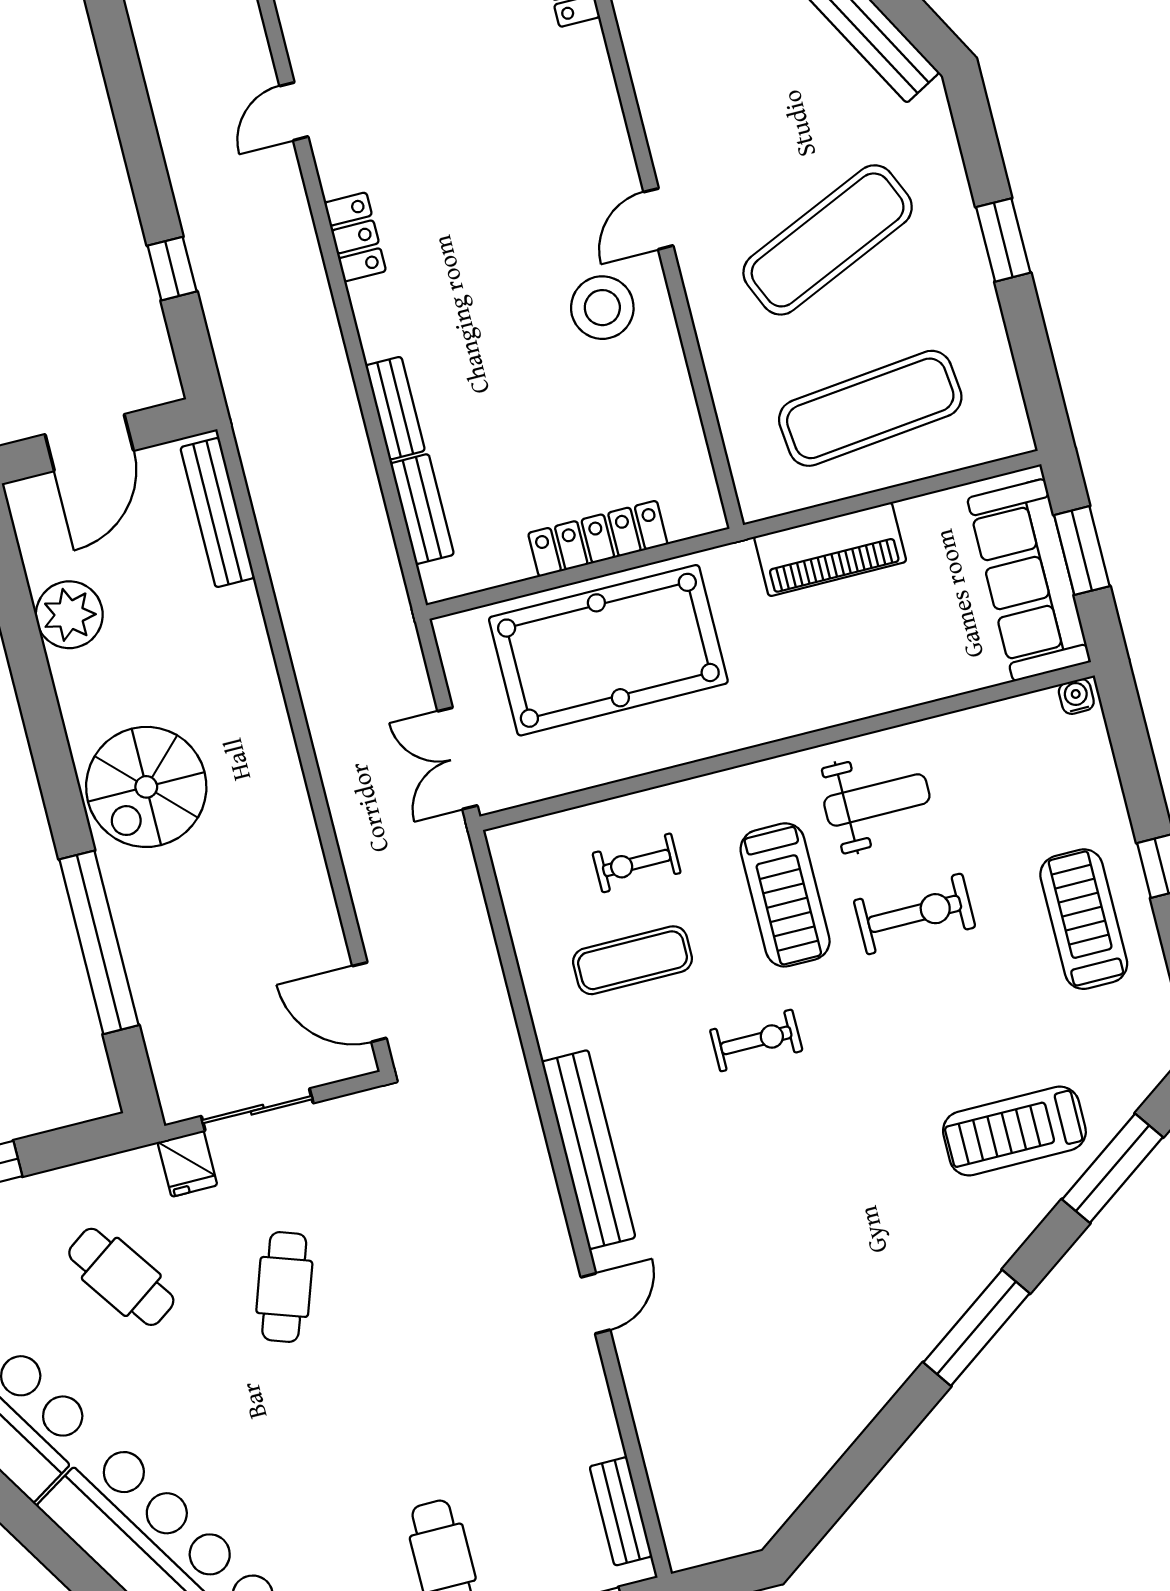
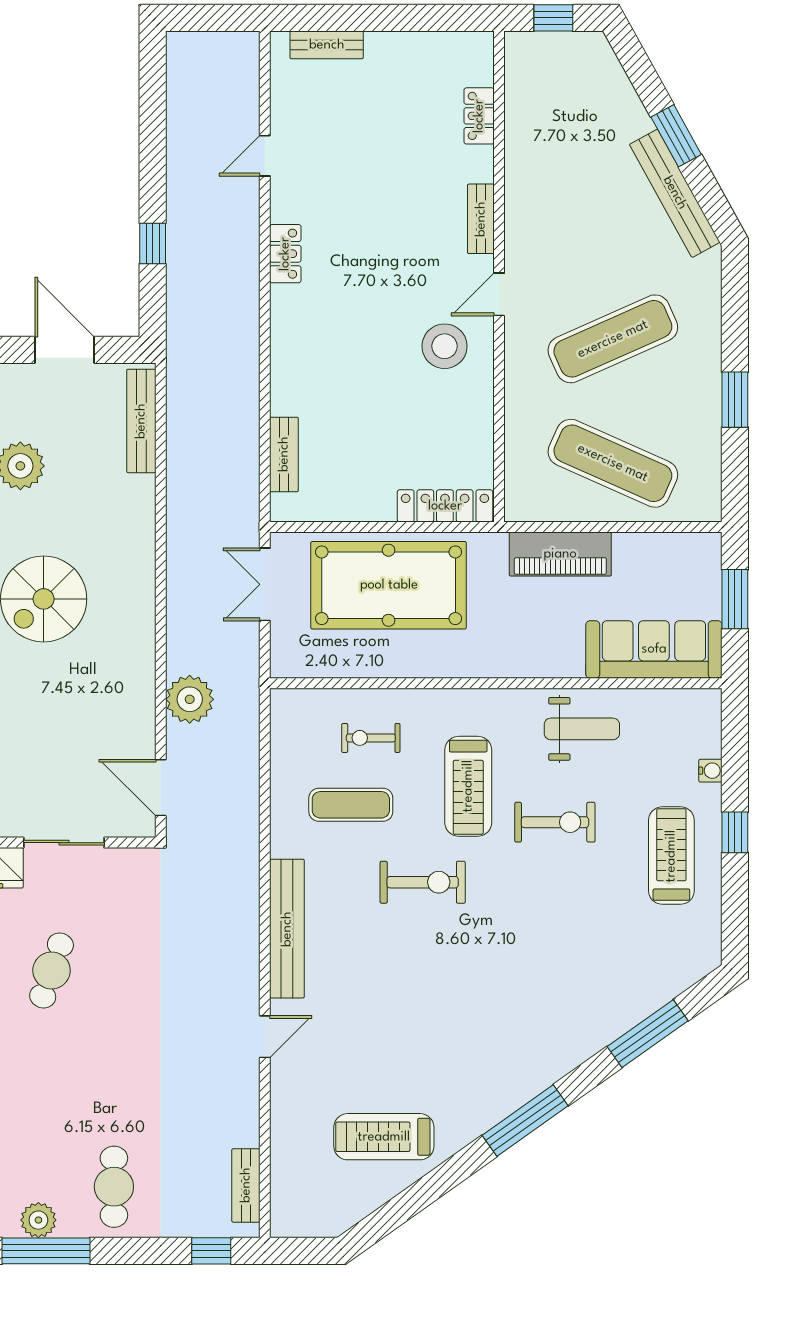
window: (1003, 240) -> (735, 400), moved
bench: (395, 408) -> (481, 219), moved
exercise mat: (870, 408) -> (613, 463), turned 30
door: (89, 443) -> (65, 350), swing flipped
locker: (598, 539) -> (445, 506), moved
sofa: (1029, 580) -> (654, 649), moved, turned 90
water cooler: (1076, 696) -> (710, 771), moved, turned 90
double door: (458, 758) -> (265, 584), moved
weight bench: (877, 800) -> (582, 729), moved
plant: (378, 873) -> (190, 699), added
exercise bike: (756, 1040) -> (423, 882), width x1.38, depth x1.39
treadmill: (1014, 1131) -> (384, 1137), moved

